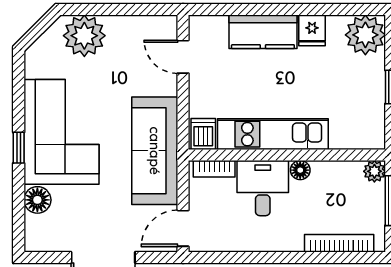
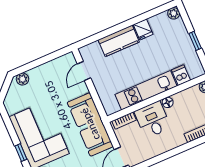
plant: (365, 35) -> (174, 13), width x0.53, depth x0.53
plant: (84, 36) -> (22, 79), width x0.53, depth x0.53
door: (183, 57) -> (84, 71), hinge flipped
dishwasher: (203, 134) -> (181, 75), moved

